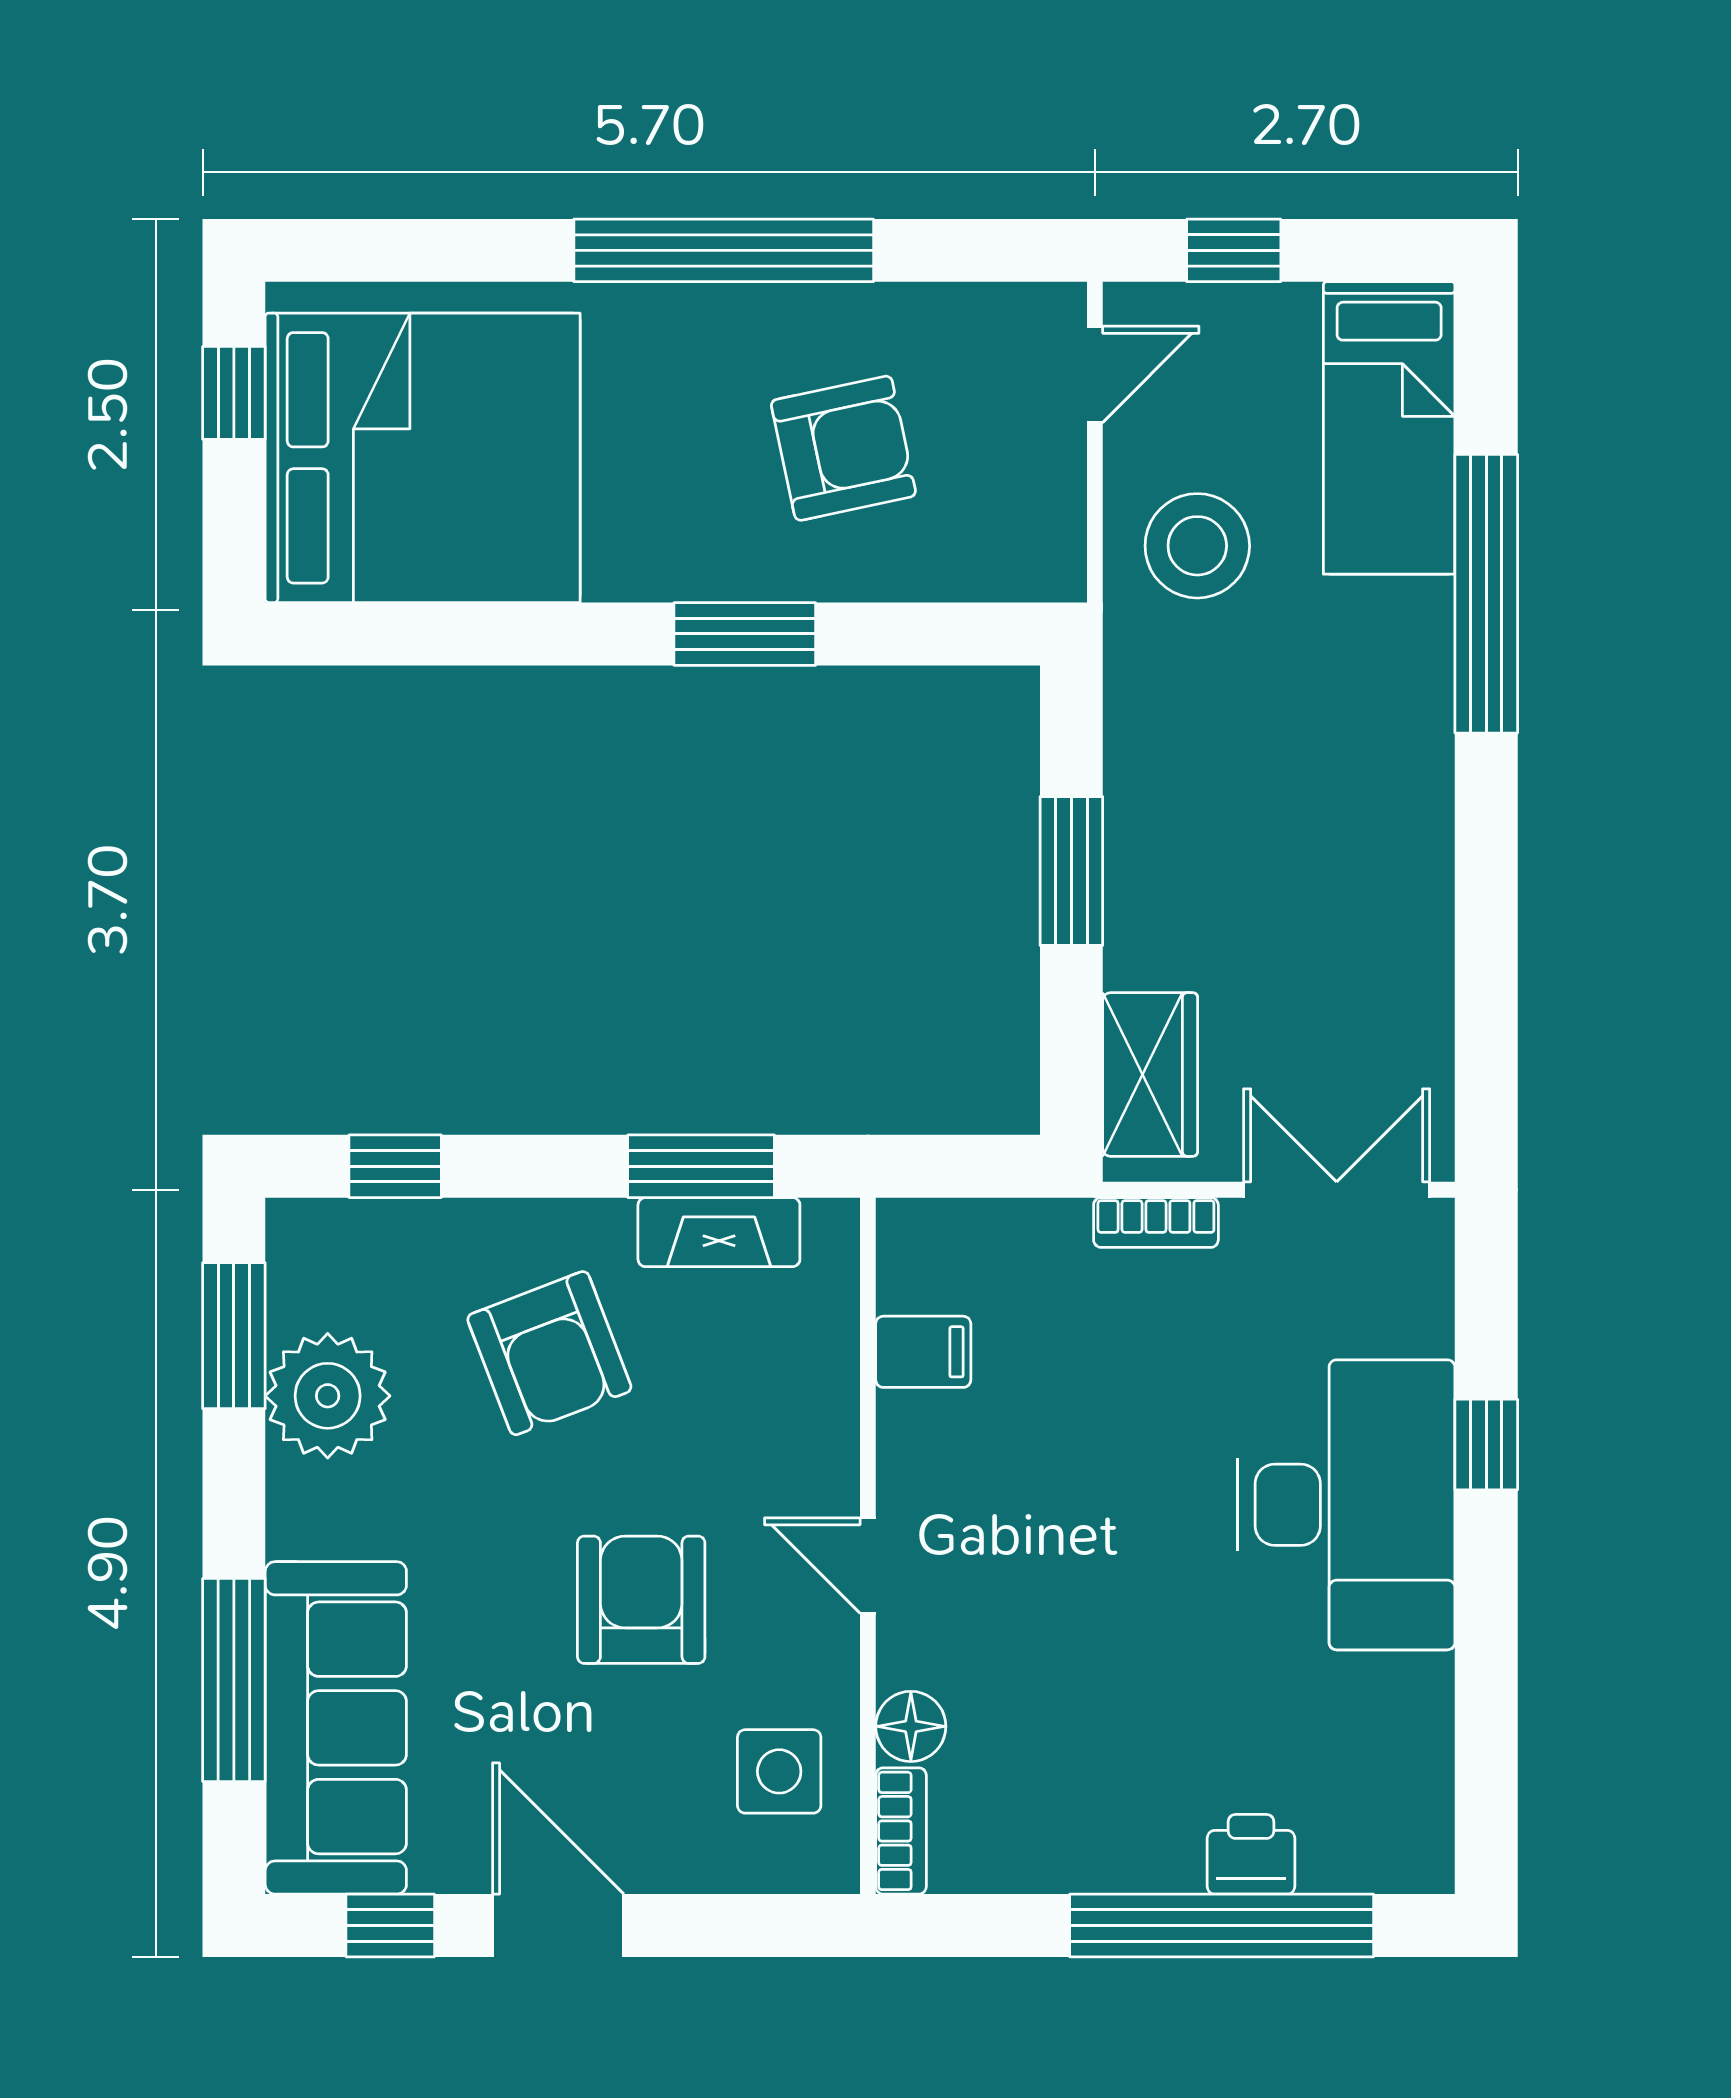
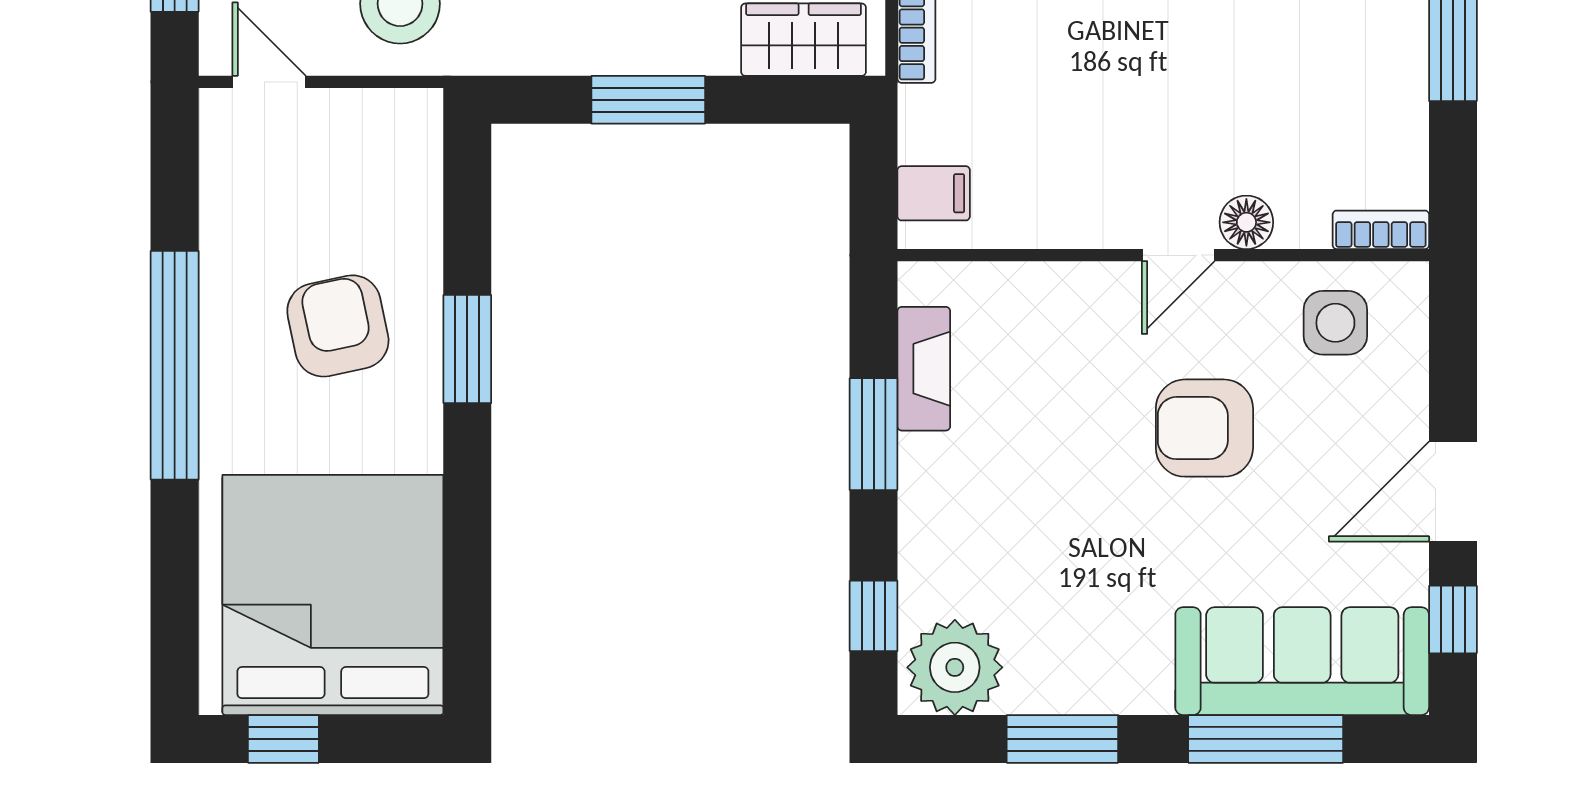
armchair: (843, 448) -> (338, 326), moved
window: (701, 1166) -> (874, 434), moved
window: (234, 1336) -> (1062, 739), moved
filing cabinet: (923, 1352) -> (934, 193), moved, turned 90
armchair: (549, 1353) -> (1016, 498), removed
plant: (328, 1396) -> (955, 667), moved
floor lamp: (911, 1726) -> (1246, 222), moved

